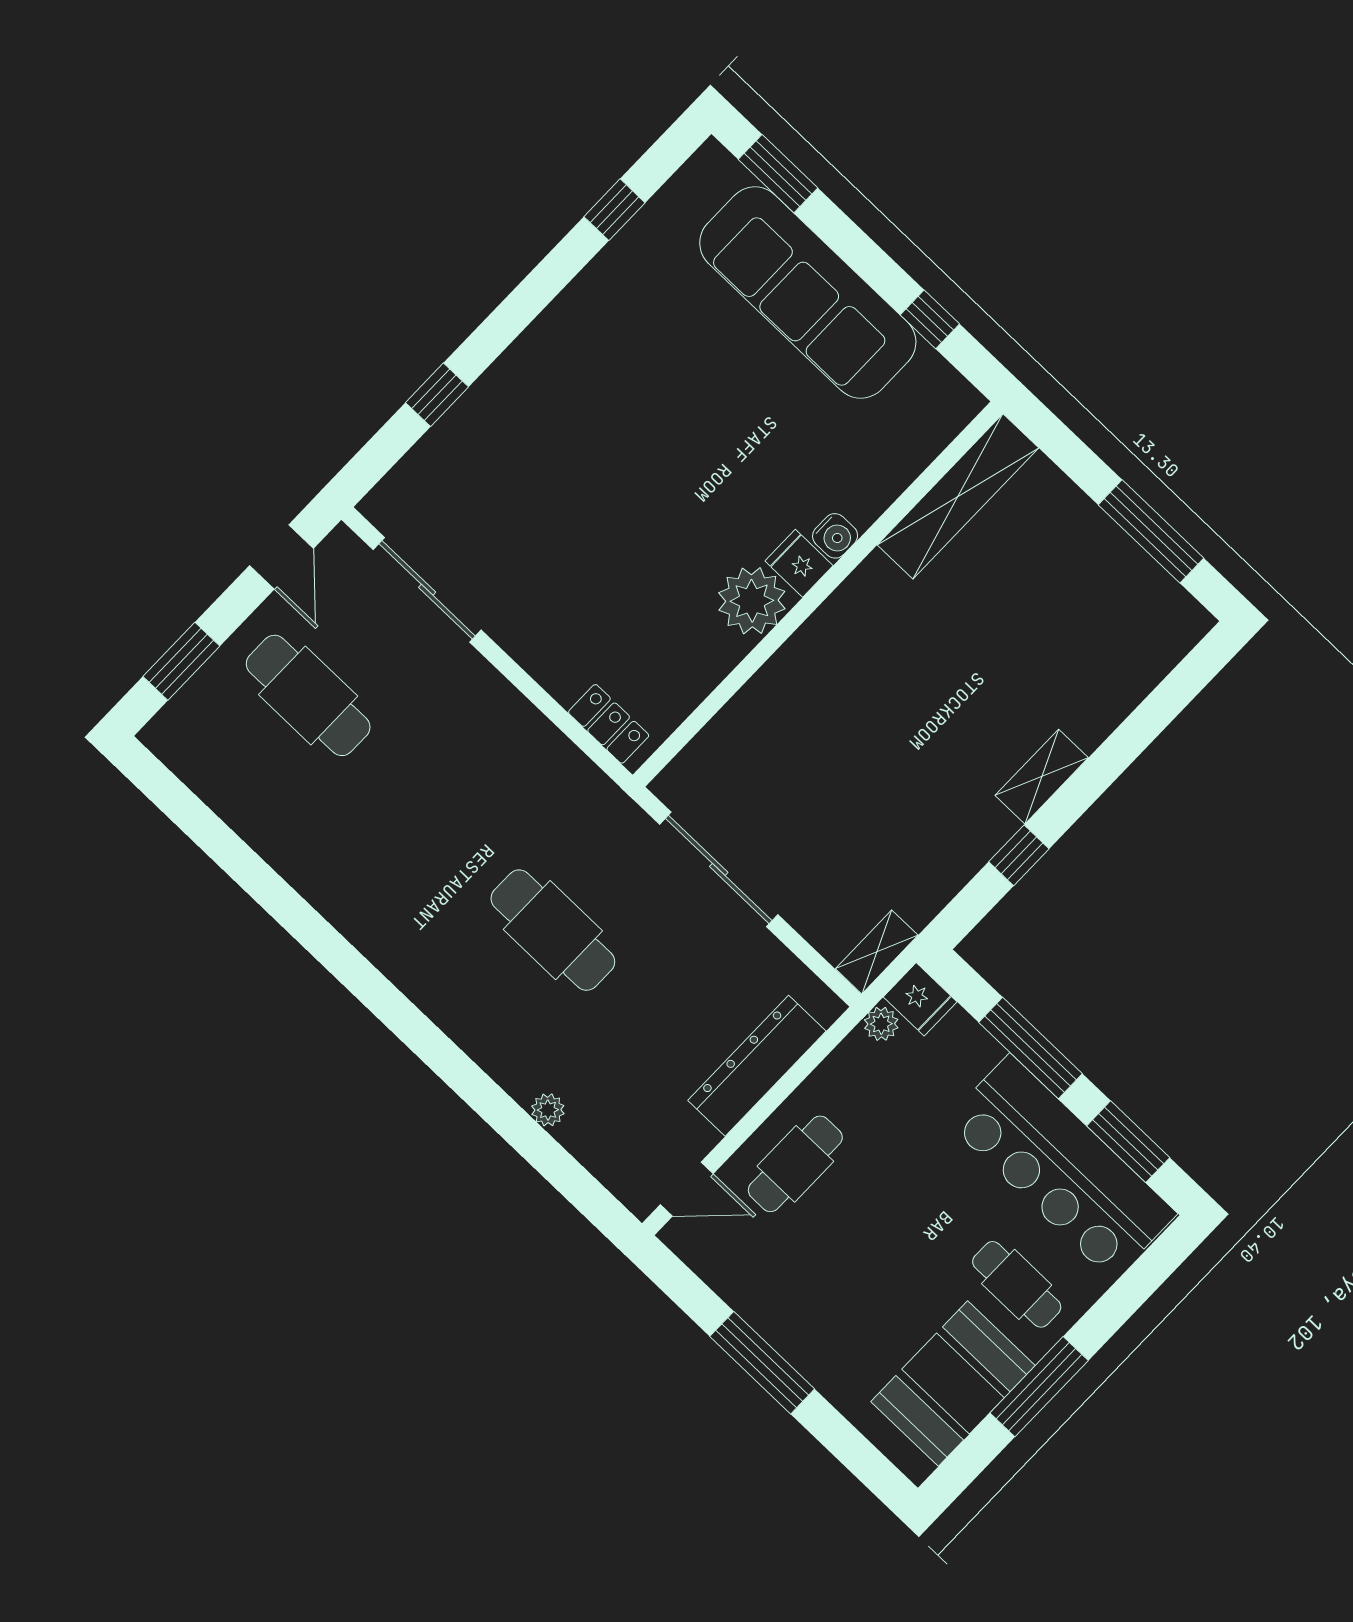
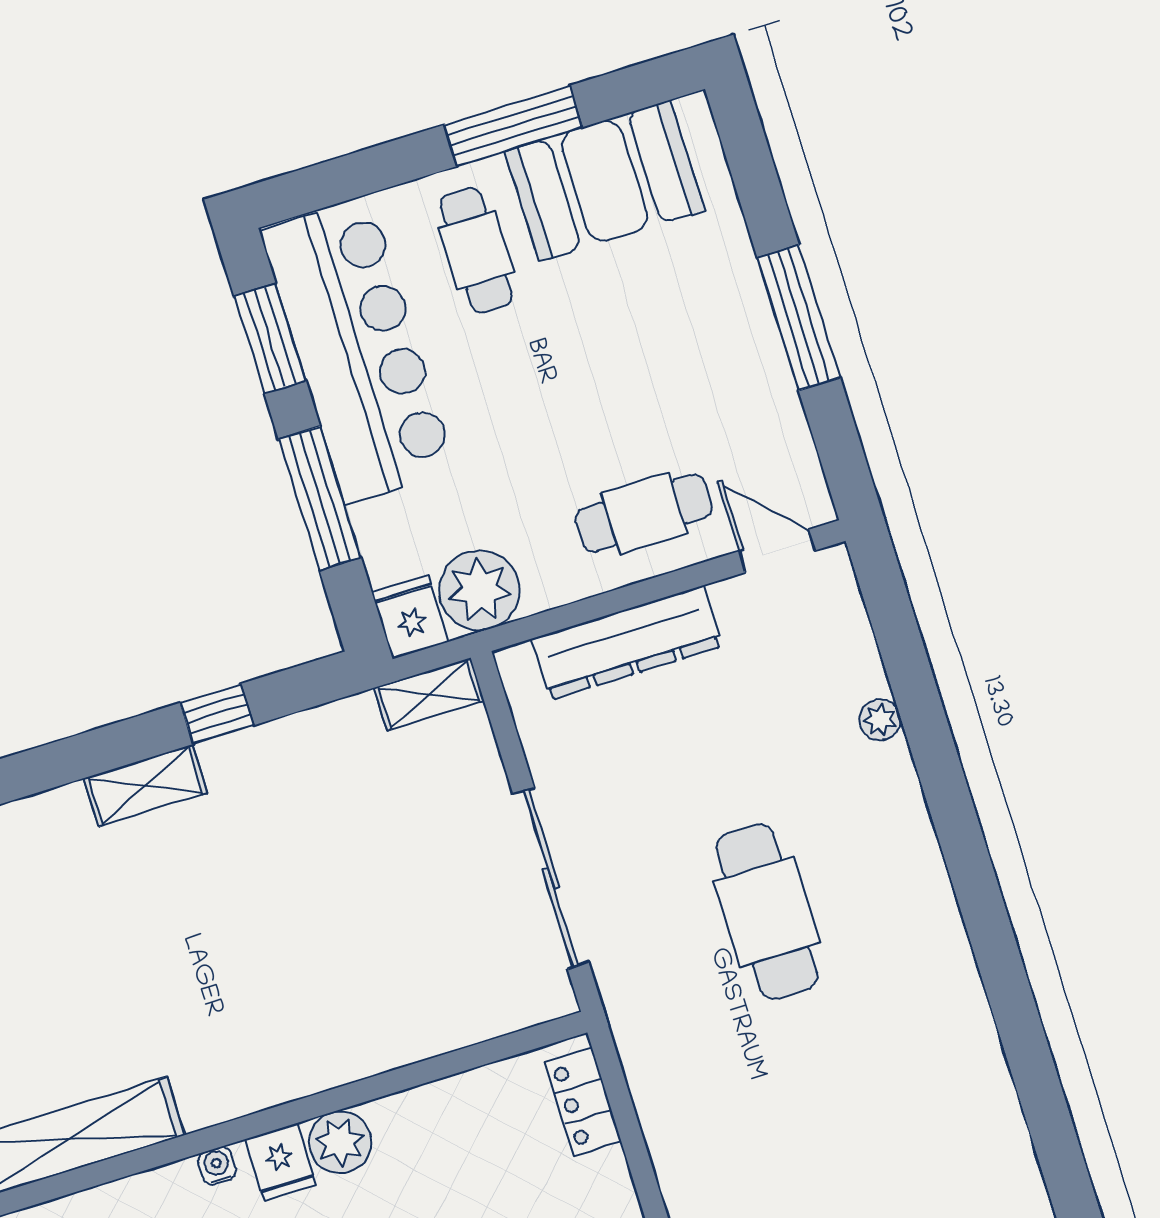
water cooler: (835, 536) -> (217, 1166), width x0.72, depth x0.72
plant: (752, 601) -> (340, 1142), width x0.73, depth x0.73
plant: (881, 1024) -> (479, 590), width x1.88, depth x1.88

